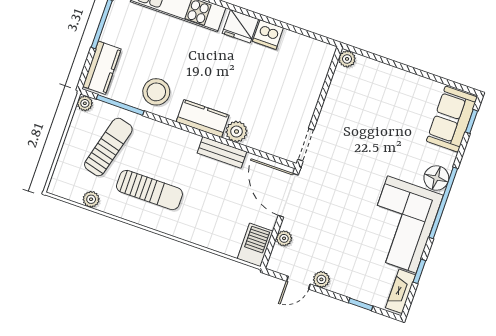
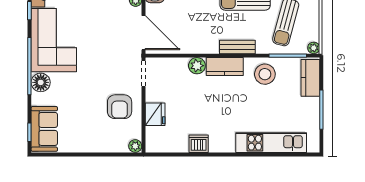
fridge: (240, 26) -> (155, 114), moved, turned 90
armchair: (349, 114) -> (120, 107), added
bench: (222, 152) -> (237, 47), moved

